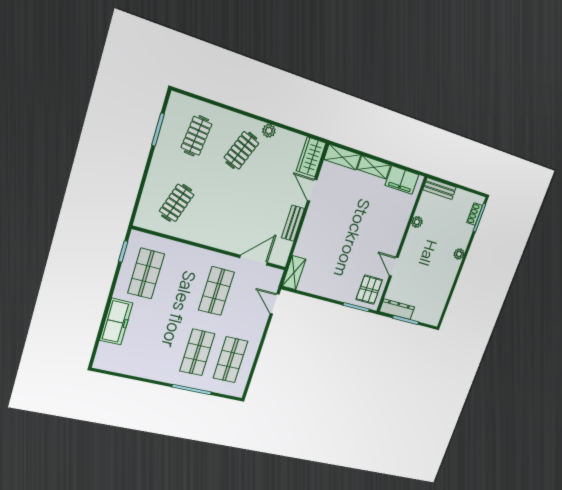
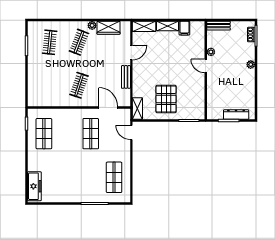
wardrobe: (311, 157) -> (109, 28), moved, turned -90
filing cabinet: (402, 180) -> (184, 28), width x0.50
door: (312, 190) -> (131, 53), swing flipped
clothes rail: (177, 203) -> (79, 85), moved
door: (254, 260) -> (108, 107), hinge flipped
door: (394, 267) -> (206, 66), moved
pallet: (369, 290) -> (166, 99), moved, width x1.50, depth x1.42
dresser: (397, 309) -> (236, 115), moved
freezer: (116, 322) -> (34, 186), moved
shop shelf: (197, 352) -> (91, 177), removed

